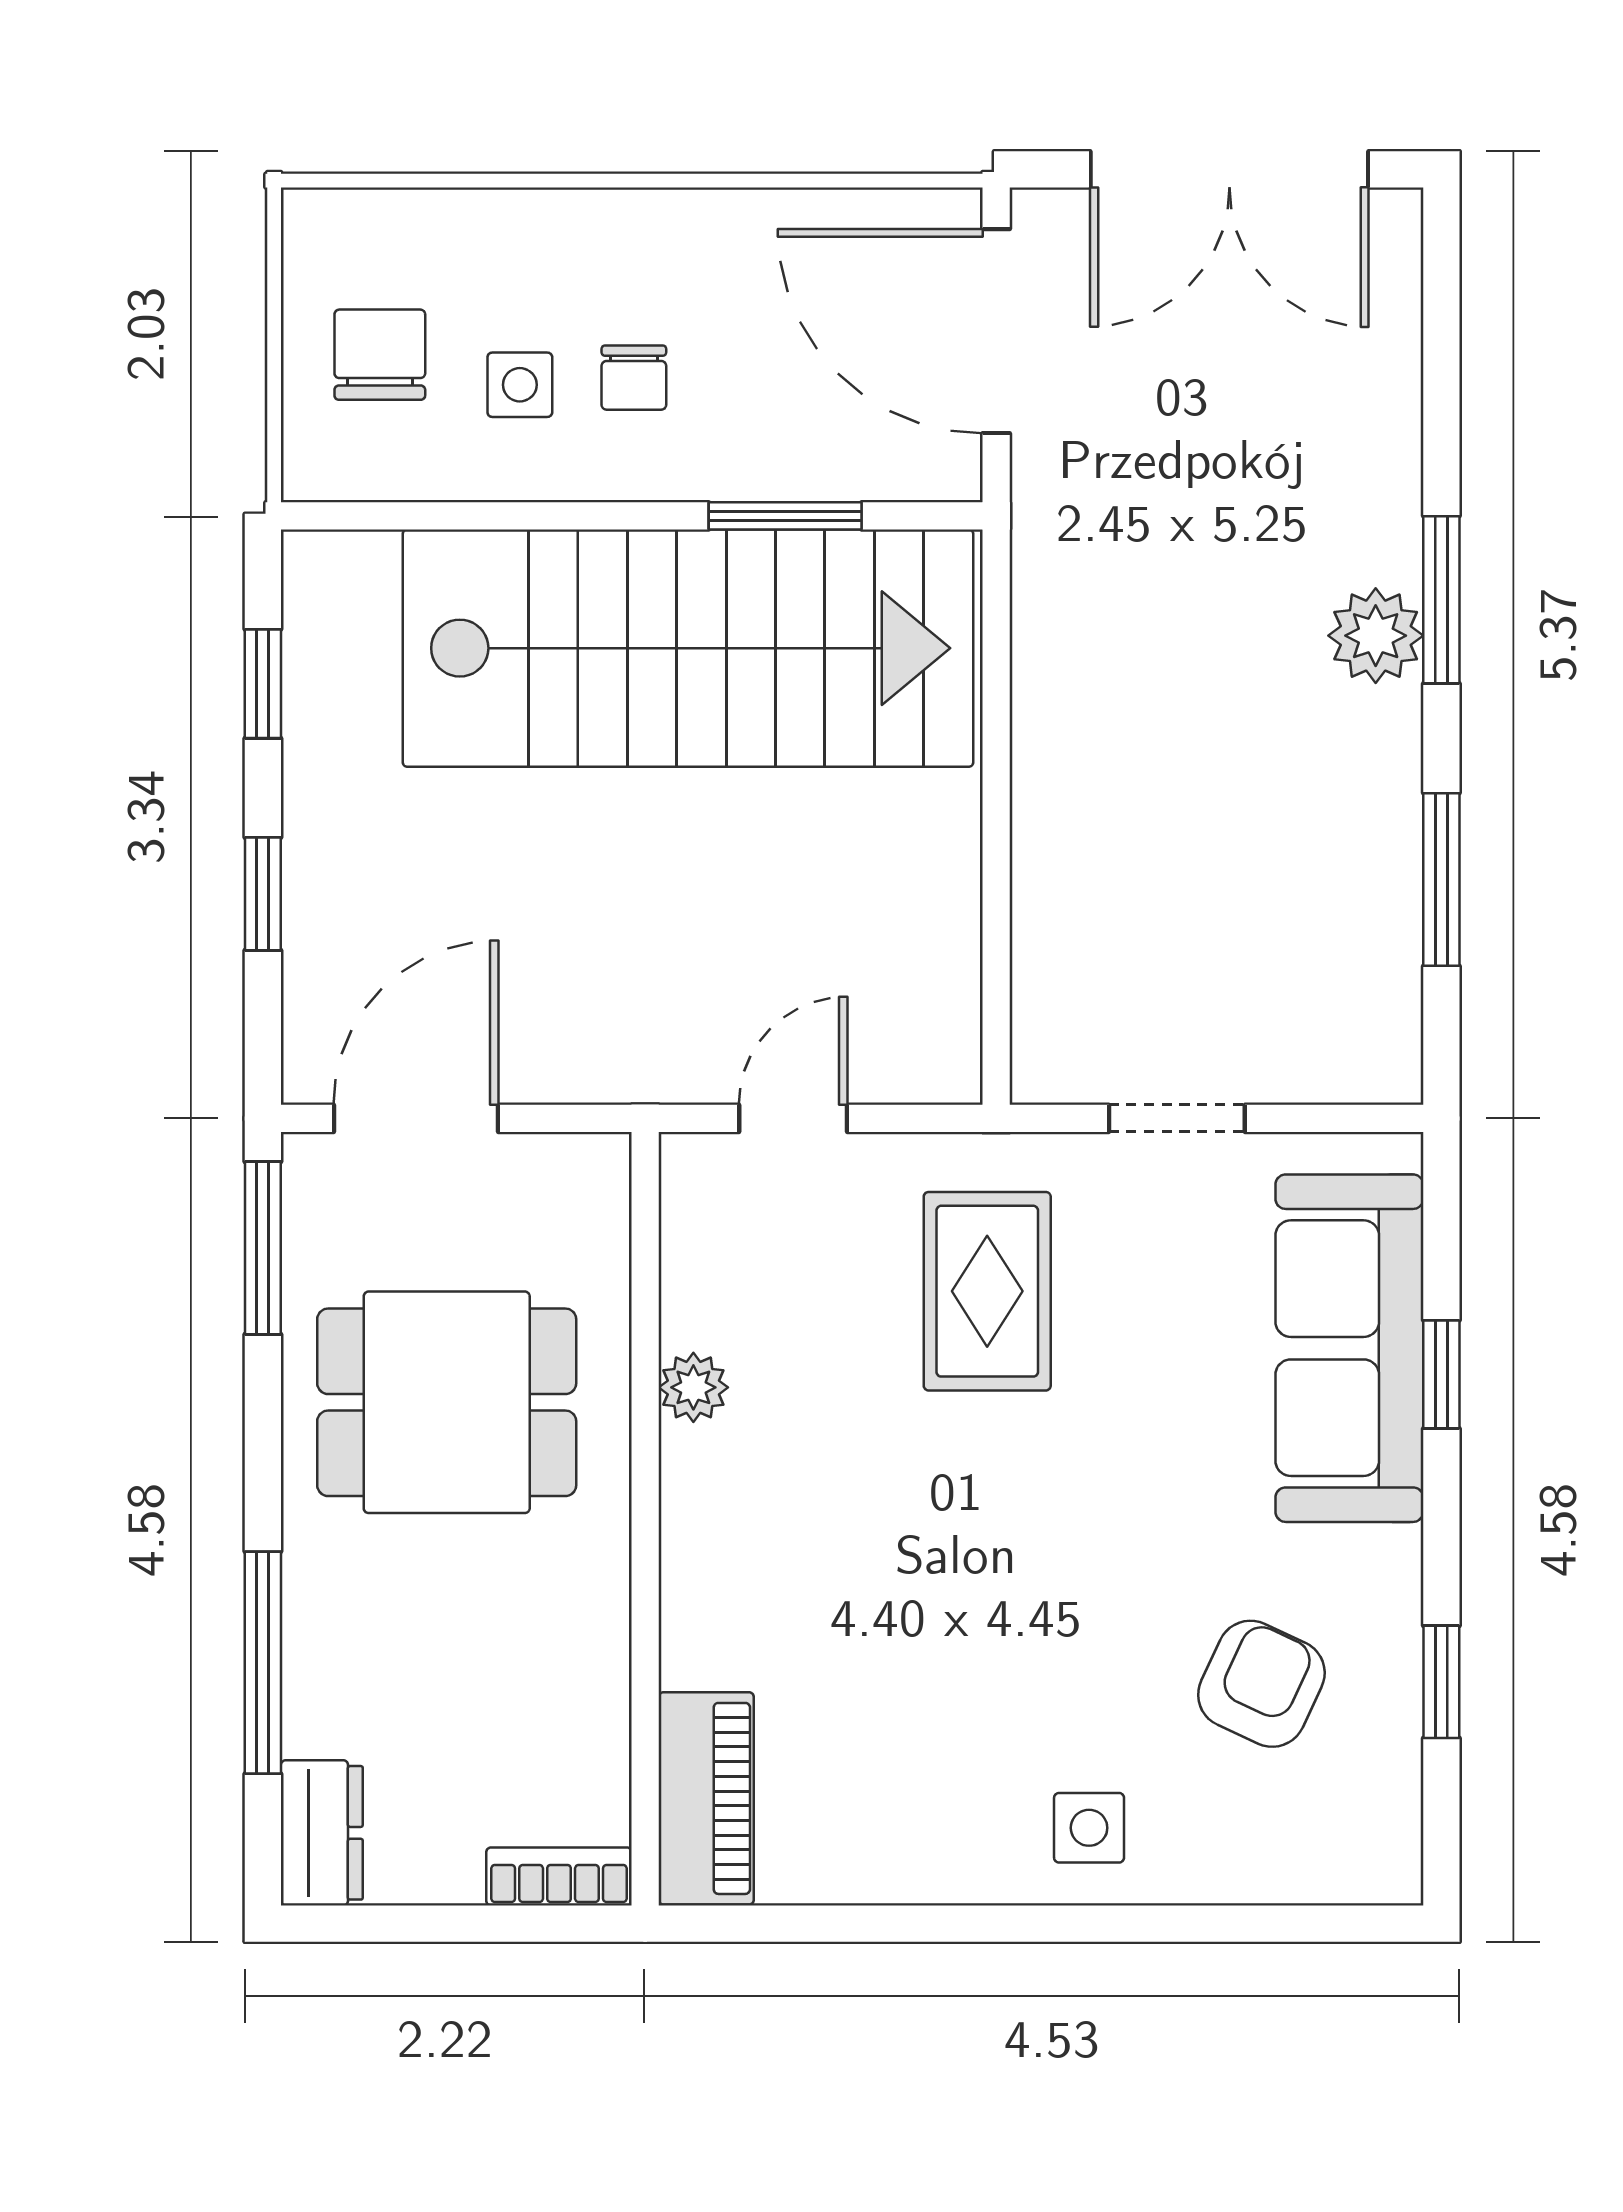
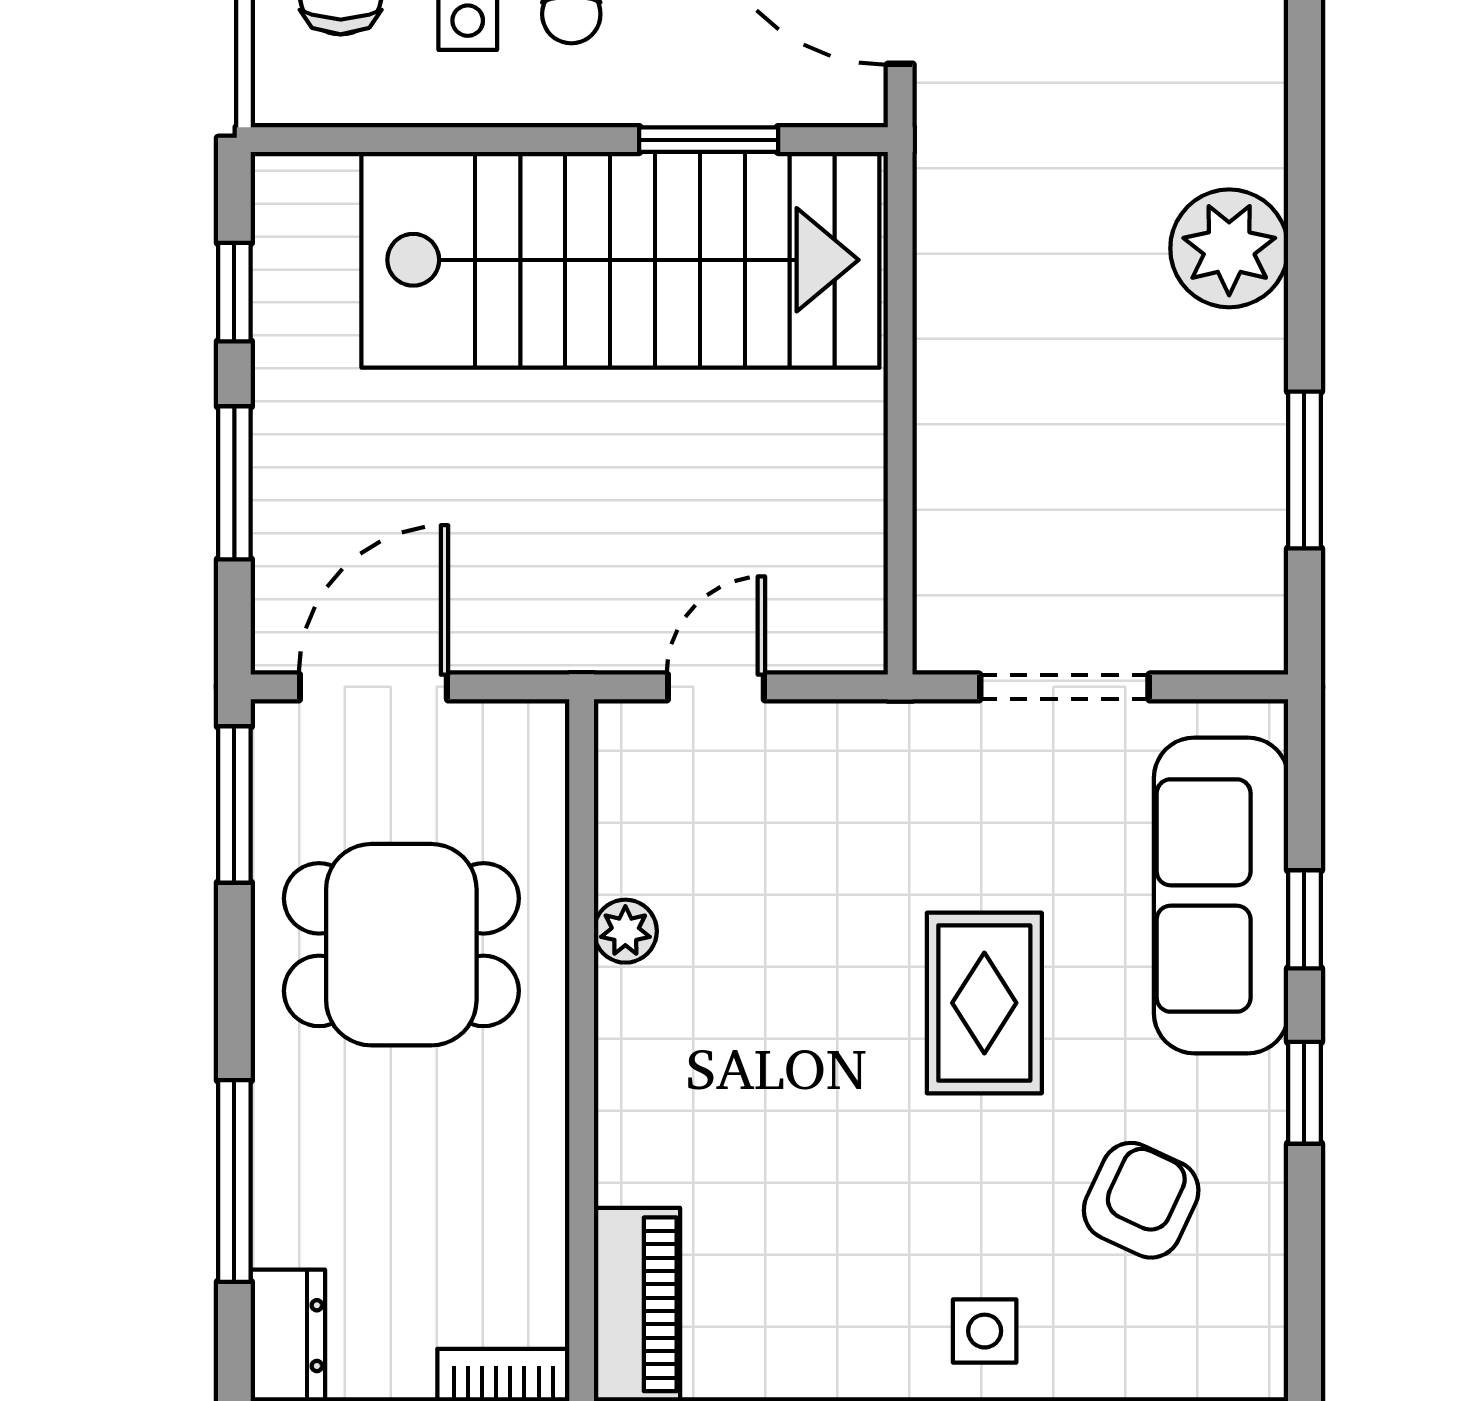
window: (1441, 600) -> (1304, 216), removed
plant: (1376, 636) -> (1229, 248), width x1.36, depth x1.36
window: (263, 894) -> (234, 483), width x1.50
doorway: (1177, 1118) -> (1064, 687), width x1.38
rug: (987, 1291) -> (984, 1003), moved
window: (1441, 1682) -> (1304, 1093), moved

